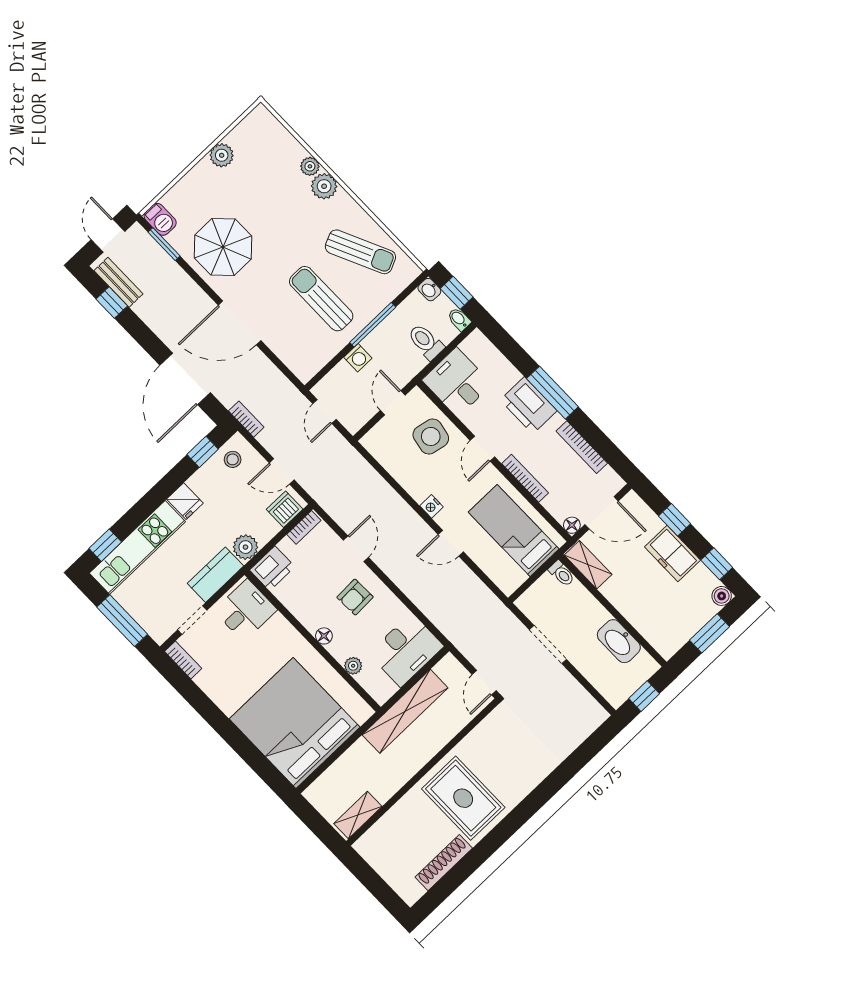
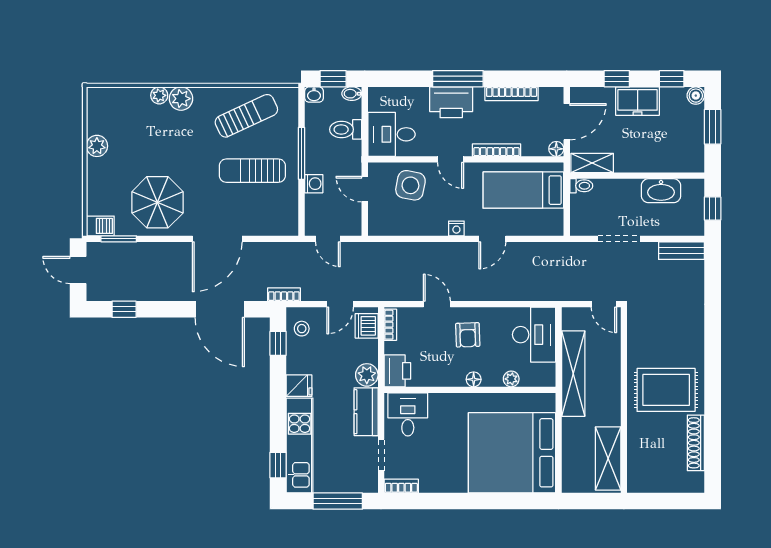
bench: (118, 282) -> (681, 251), moved
shelving: (358, 815) -> (608, 458), width x1.50, depth x1.33

